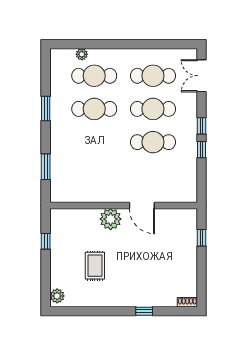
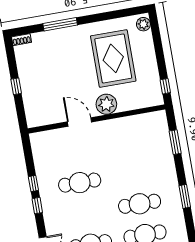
cafe table: (153, 109) -> (85, 213), removed
window: (201, 238) -> (16, 86), moved
window: (46, 241) -> (165, 86), moved
rug: (95, 266) -> (113, 58), width x1.86, depth x2.06
window: (144, 311) -> (60, 24), width x2.17

